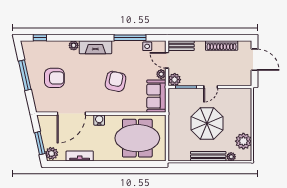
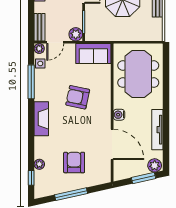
plant: (74, 45) -> (39, 164), moved
plant: (161, 74) -> (39, 49), moved
tv unit: (80, 156) -> (157, 130), width x1.41

